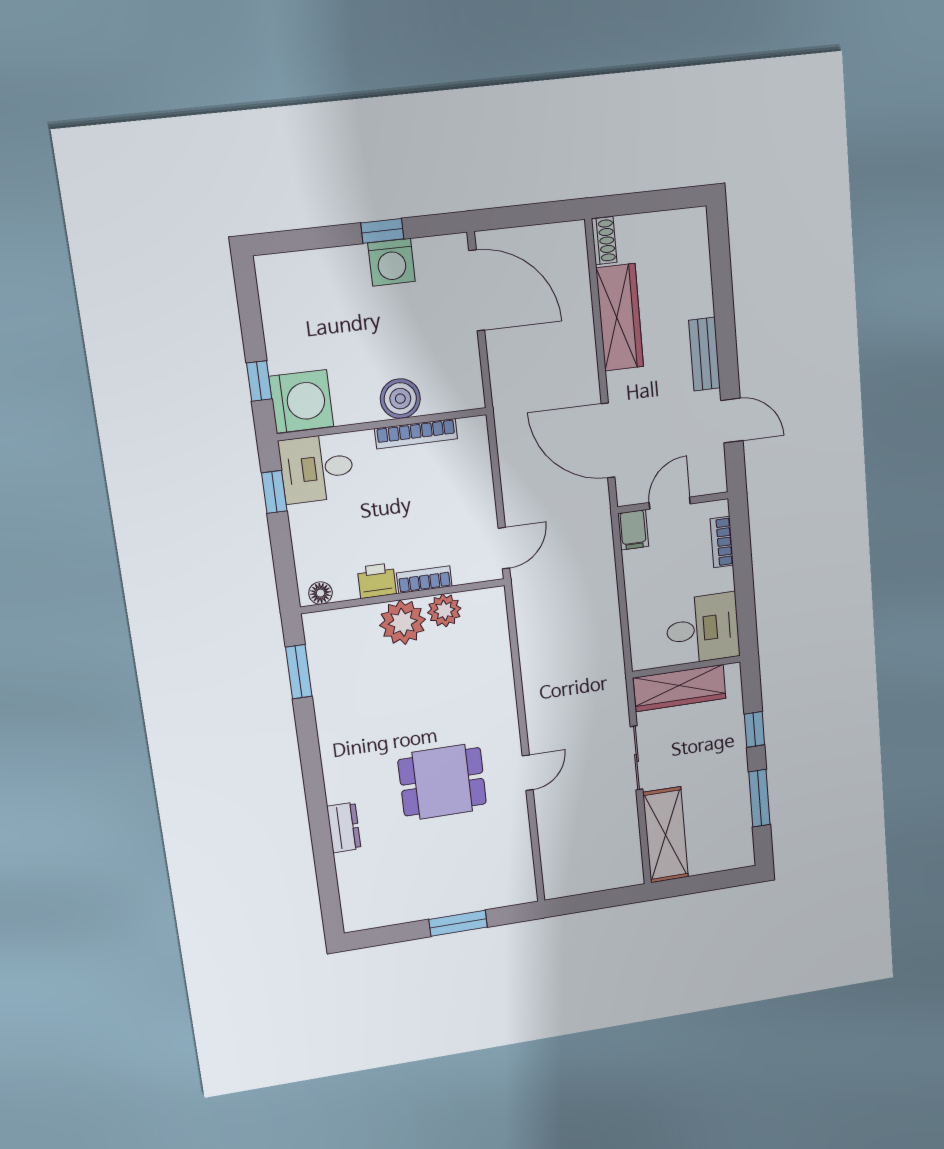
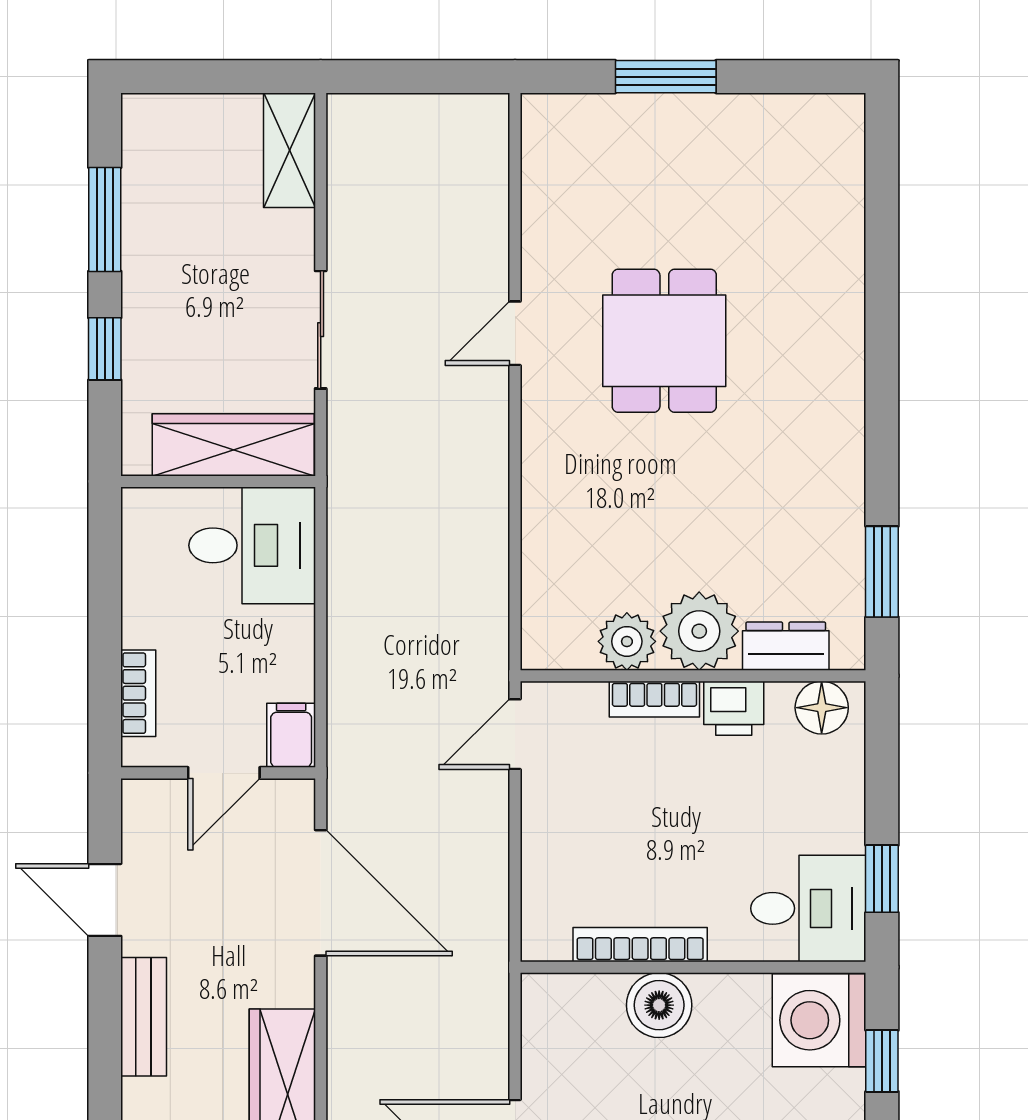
floor lamp: (321, 593) -> (822, 708), width x1.37, depth x1.37
desk: (703, 629) -> (252, 545), moved, turned 180
dining table: (442, 782) -> (664, 341), turned 90
dresser: (344, 827) -> (786, 646), moved, turned 90
shelving: (666, 835) -> (289, 150), width x0.67, depth x0.75

